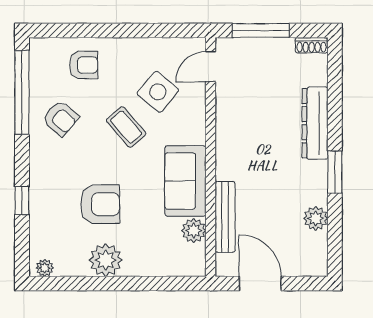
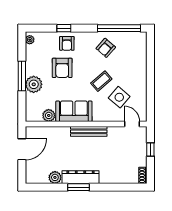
window: (261, 30) -> (150, 150), width x0.46
armchair: (84, 65) -> (67, 43), moved
dresser: (315, 123) -> (80, 177), moved
bench: (225, 217) -> (89, 131), moved
plant: (106, 260) -> (34, 84), moved
window: (116, 284) -> (22, 76), added

